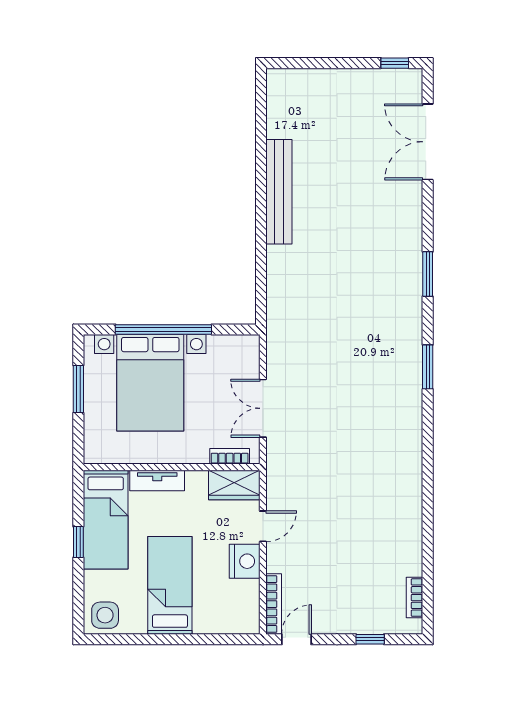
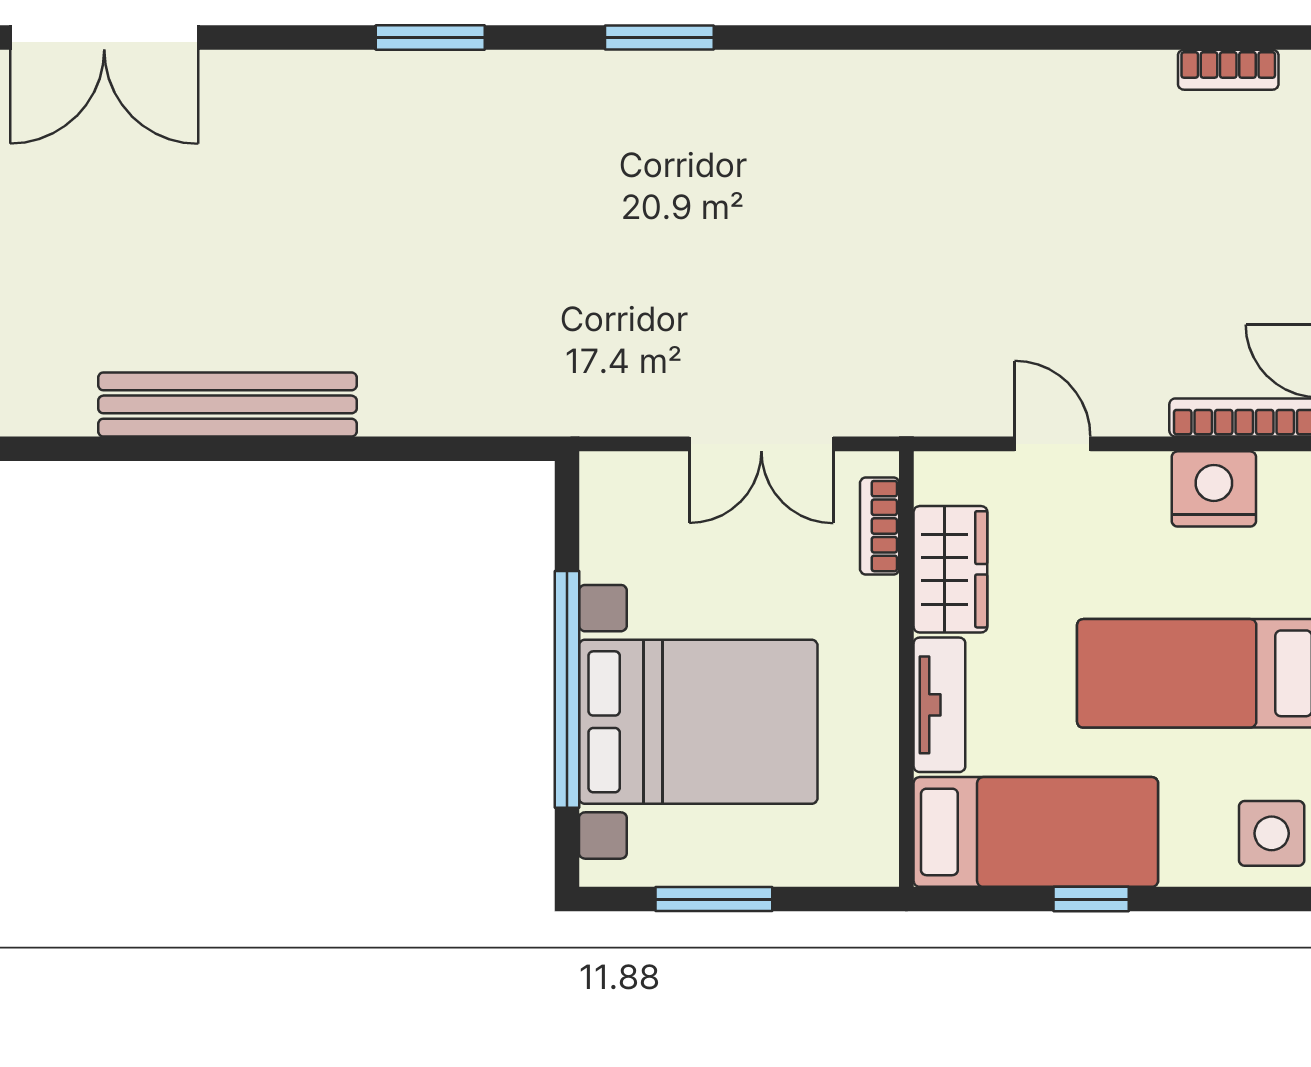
wardrobe: (234, 485) -> (950, 569), moved
nightstand: (245, 561) -> (1214, 489), moved

